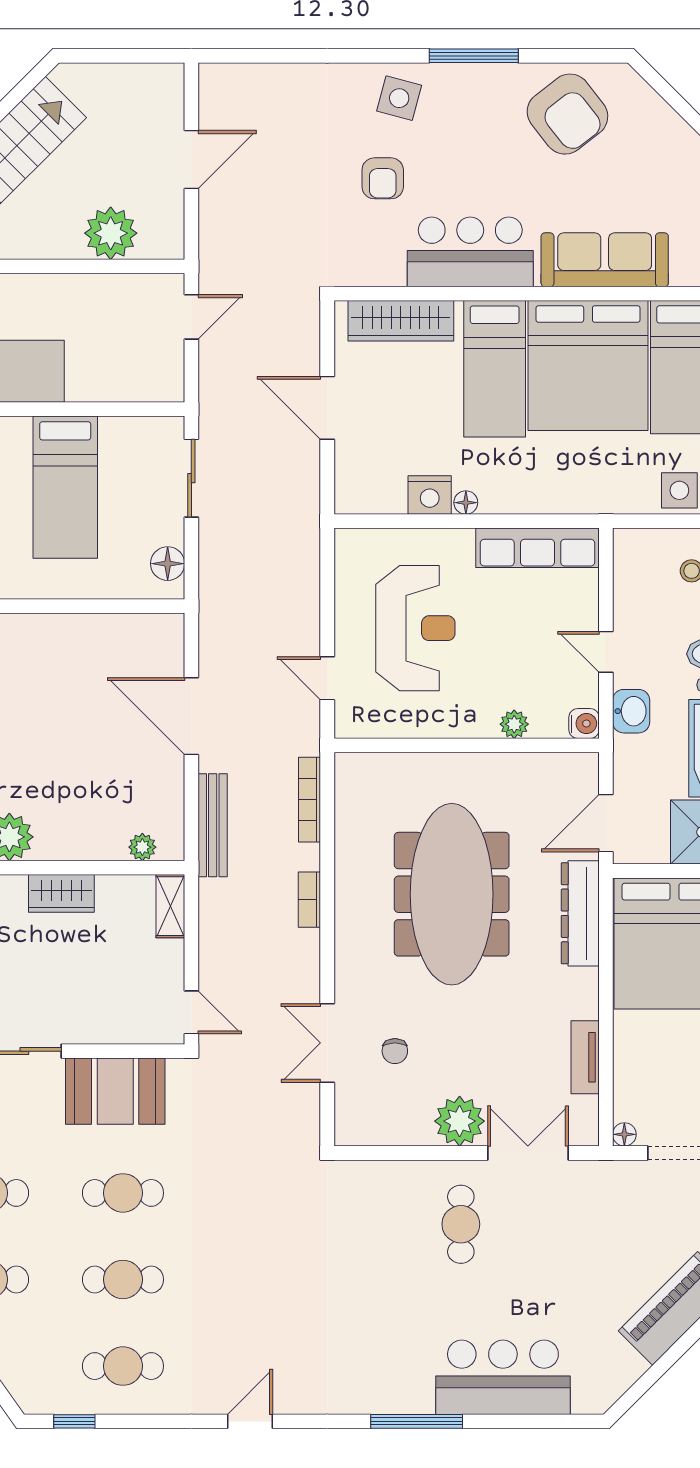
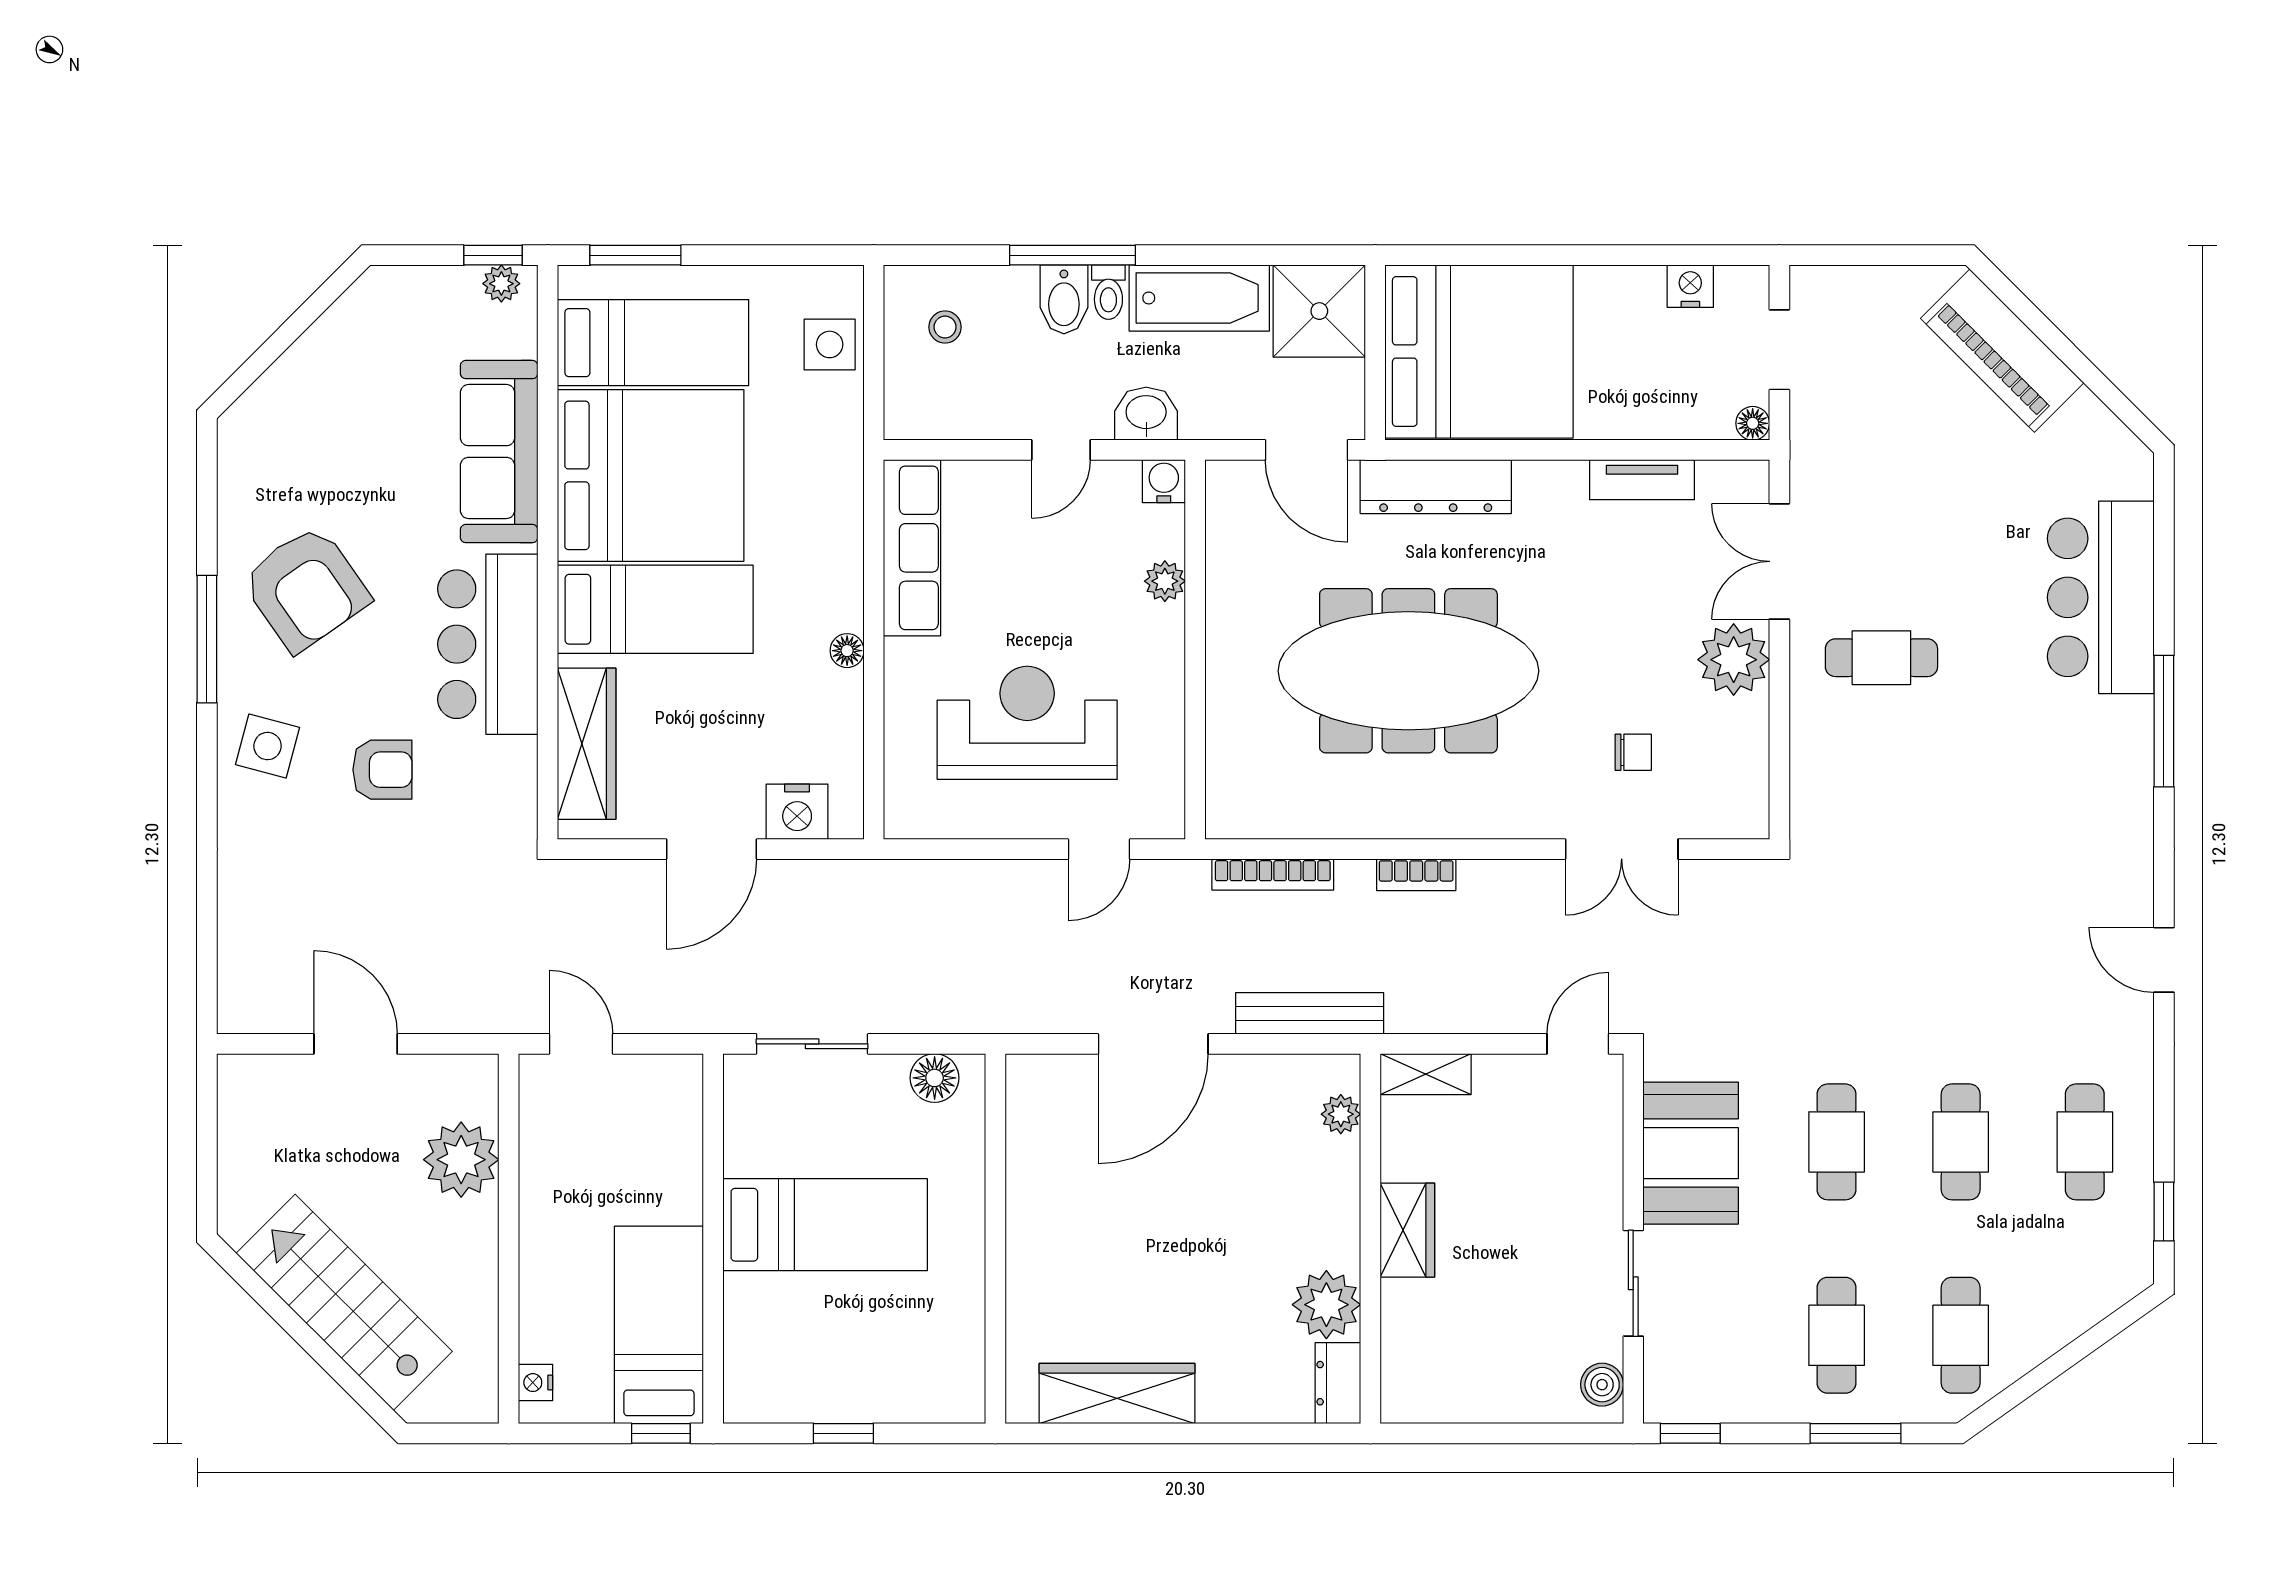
armchair: (567, 114) -> (306, 588), moved, turned 93
nightstand: (430, 495) -> (797, 812), moved, turned 90

